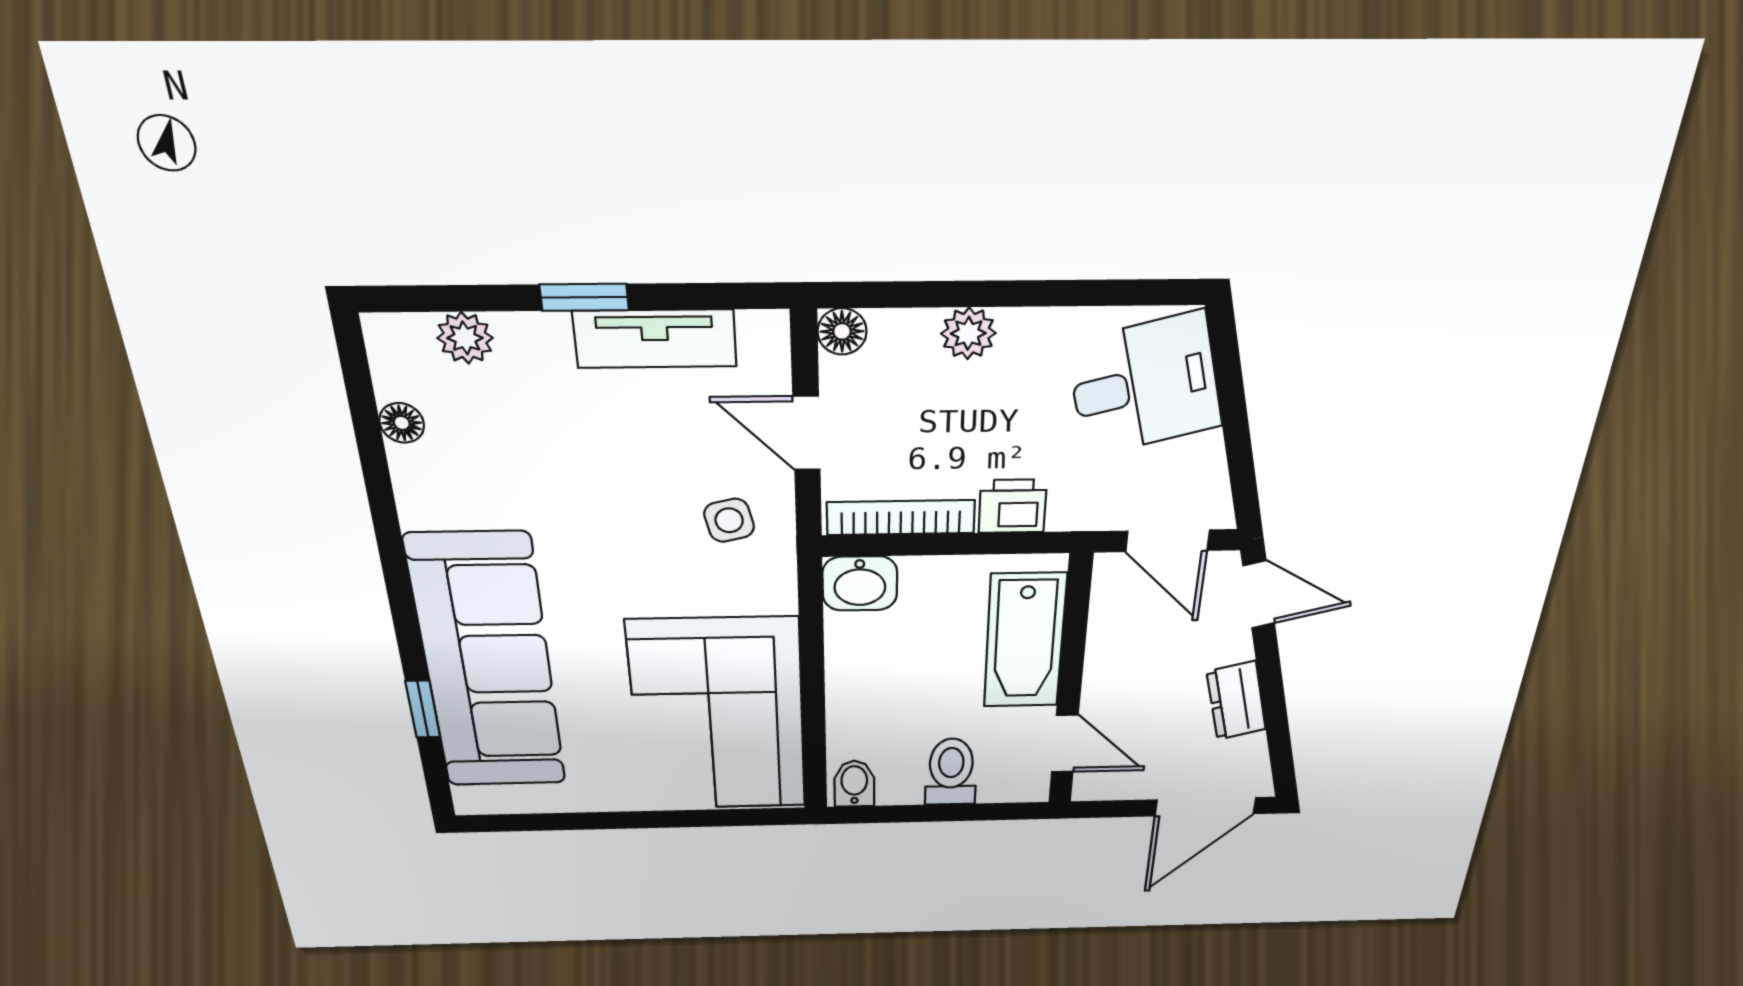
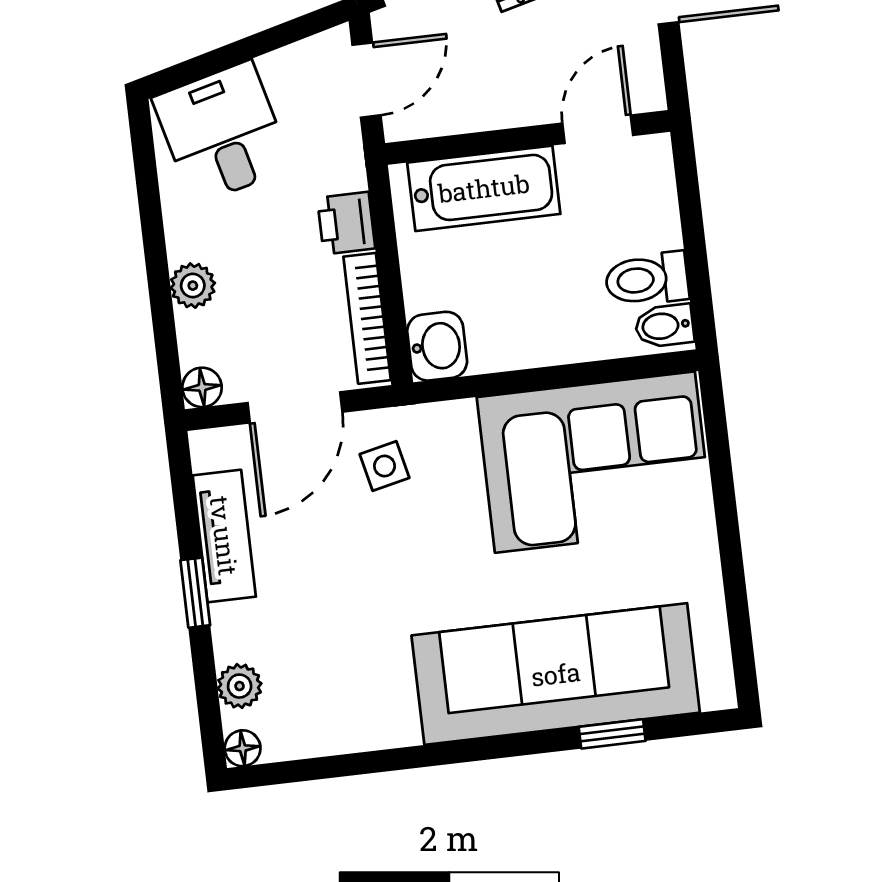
floor lamp: (402, 423) -> (243, 748), moved
door: (806, 433) -> (295, 407), width x1.38
toilet: (951, 772) -> (647, 279), moved

